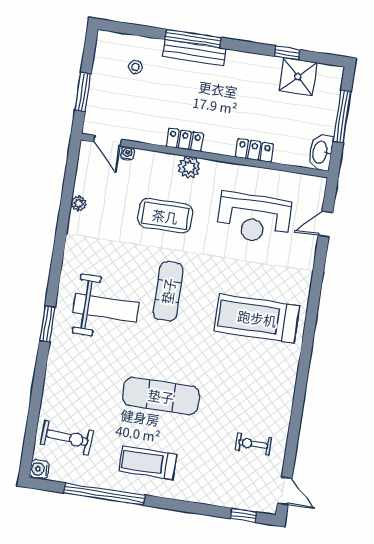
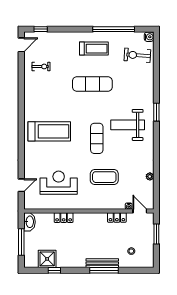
locker: (185, 140) -> (117, 217), moved
plant: (189, 167) -> (96, 204), removed
door: (285, 491) -> (21, 45), swing flipped

